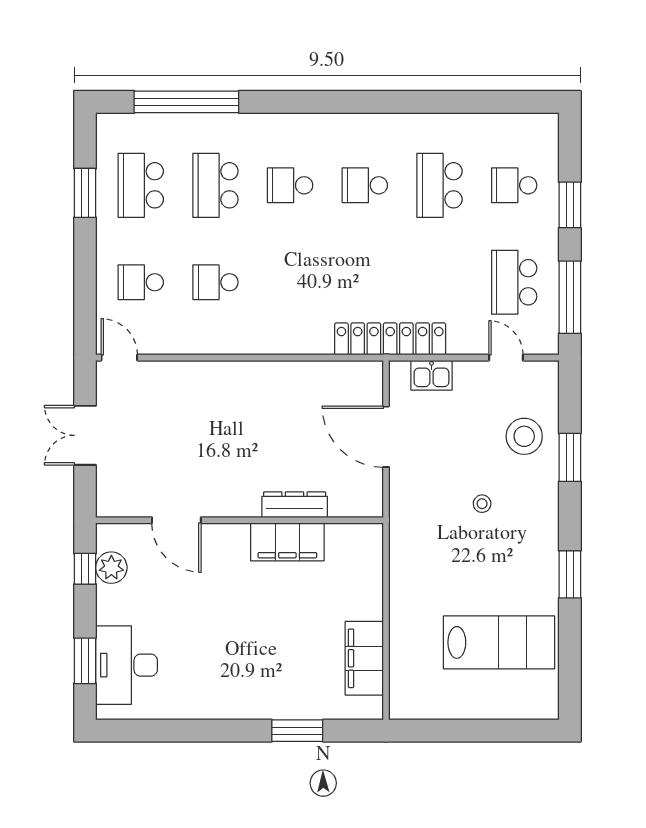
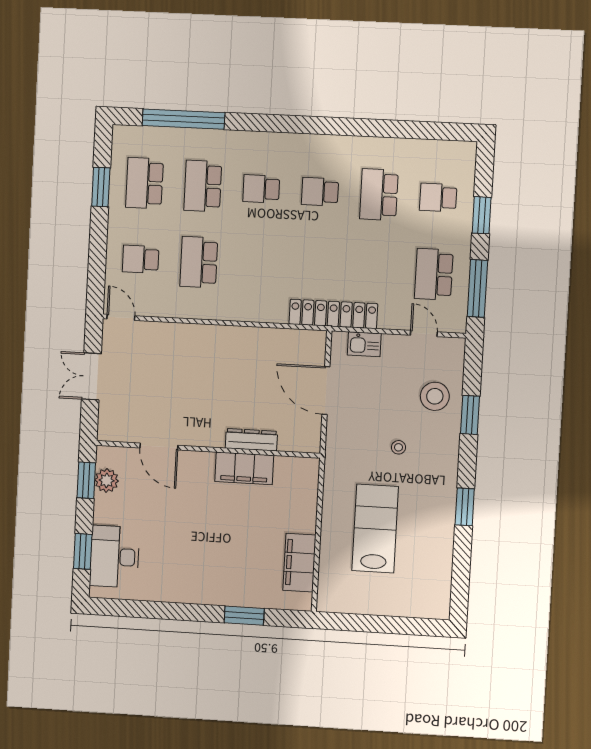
school desk: (215, 282) -> (199, 262), width x1.85
window: (85, 569) -> (86, 480), width x1.50
lab bench: (499, 642) -> (375, 529), moved, turned -90

